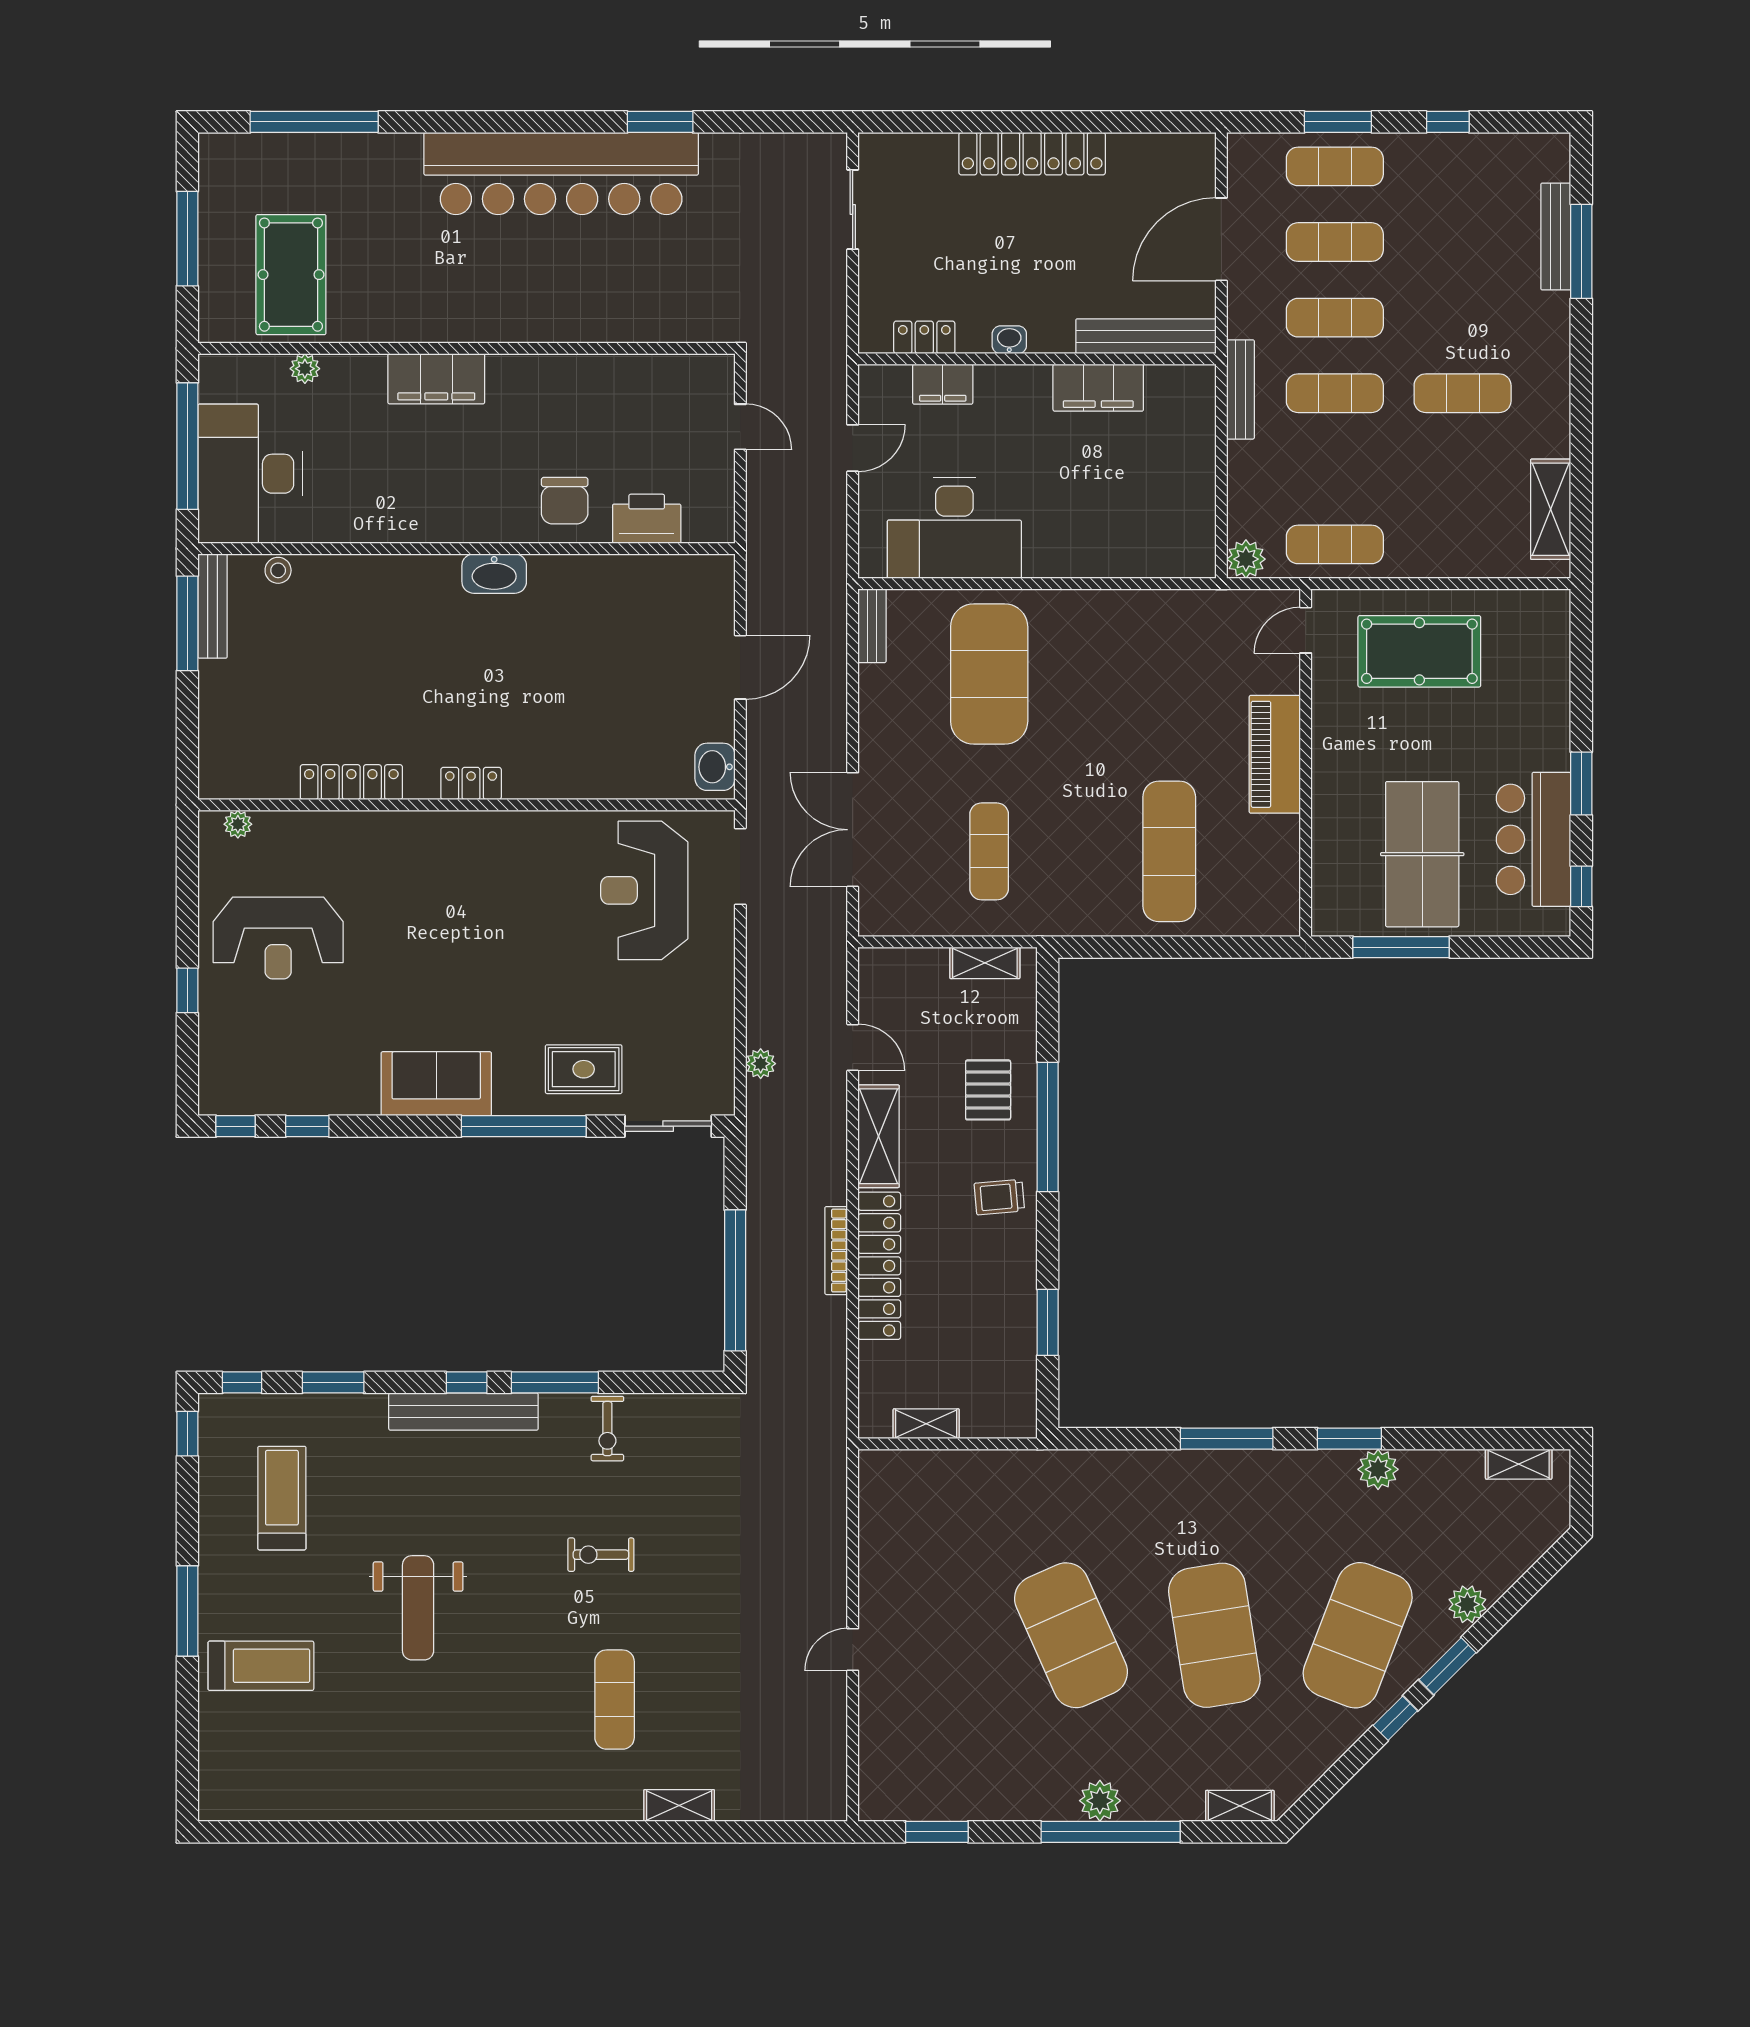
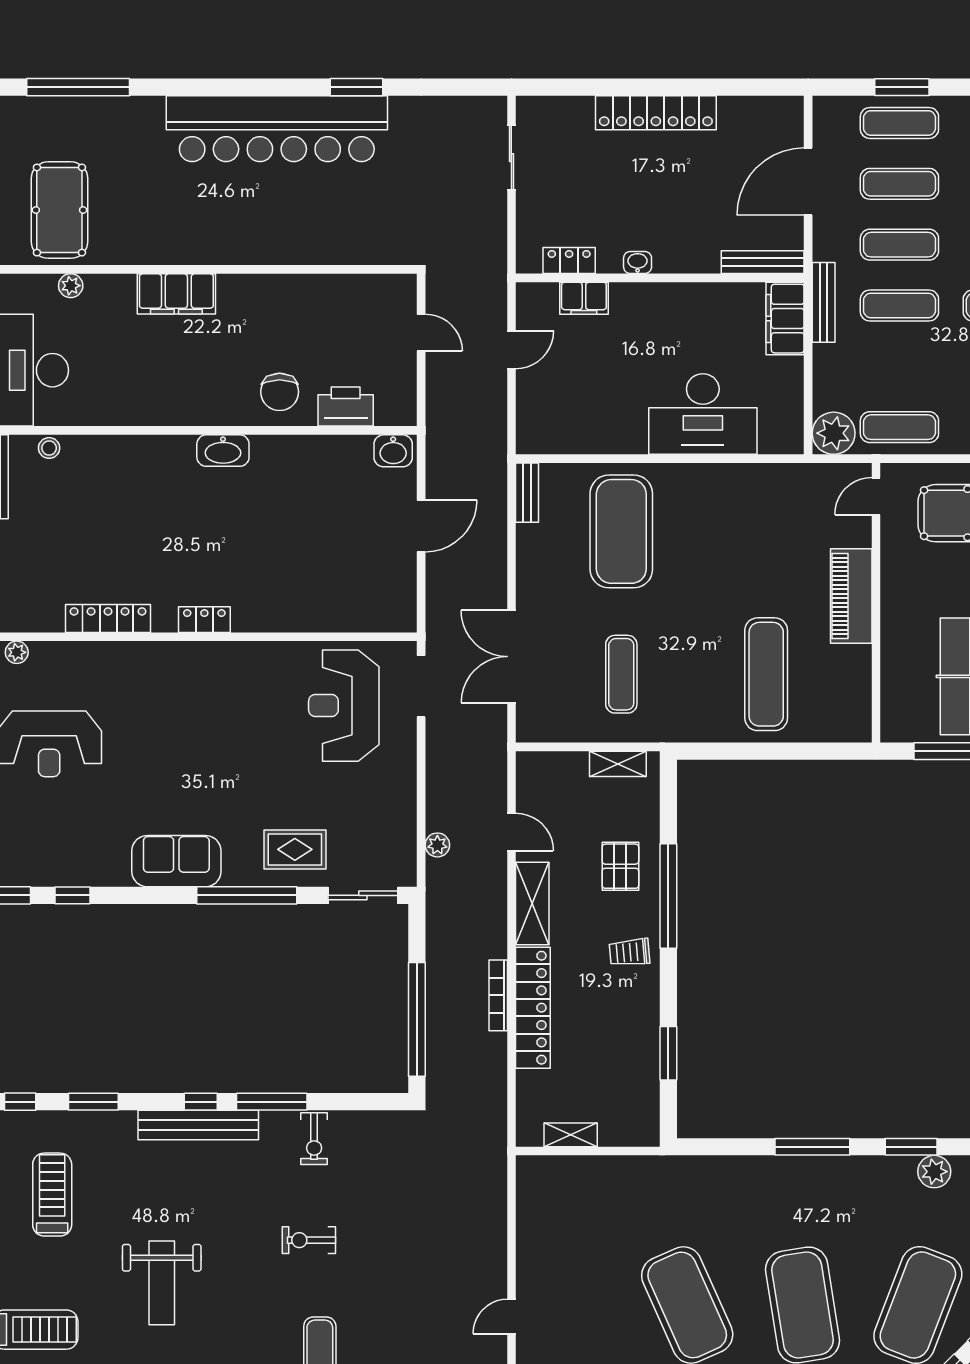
bench: (1146, 336) -> (763, 262), width x0.73, depth x0.82
filing cabinet: (1098, 388) -> (785, 319), moved, turned 90
desk: (954, 528) -> (703, 414), moved
plant: (1246, 559) -> (834, 433), width x1.36, depth x1.36
washbasin: (715, 767) -> (393, 451), moved, turned -90

